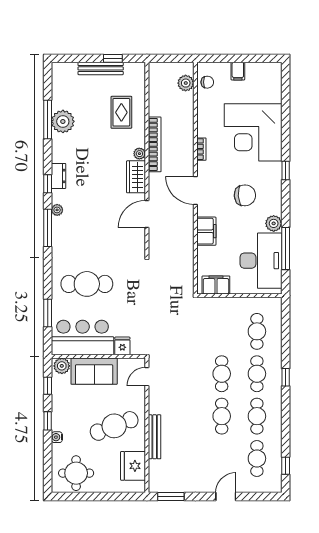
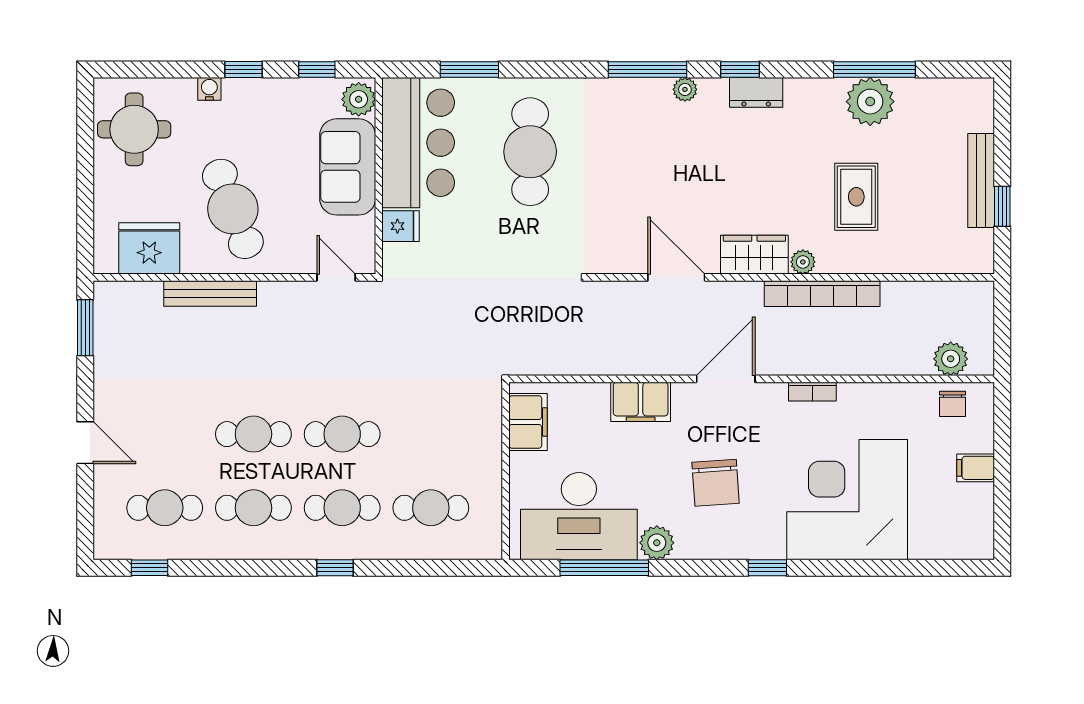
rug: (121, 112) -> (856, 197), moved, turned 90

